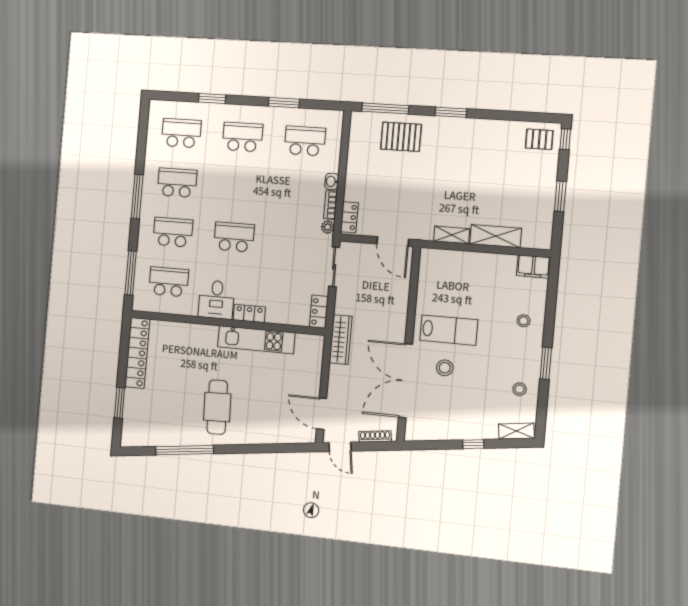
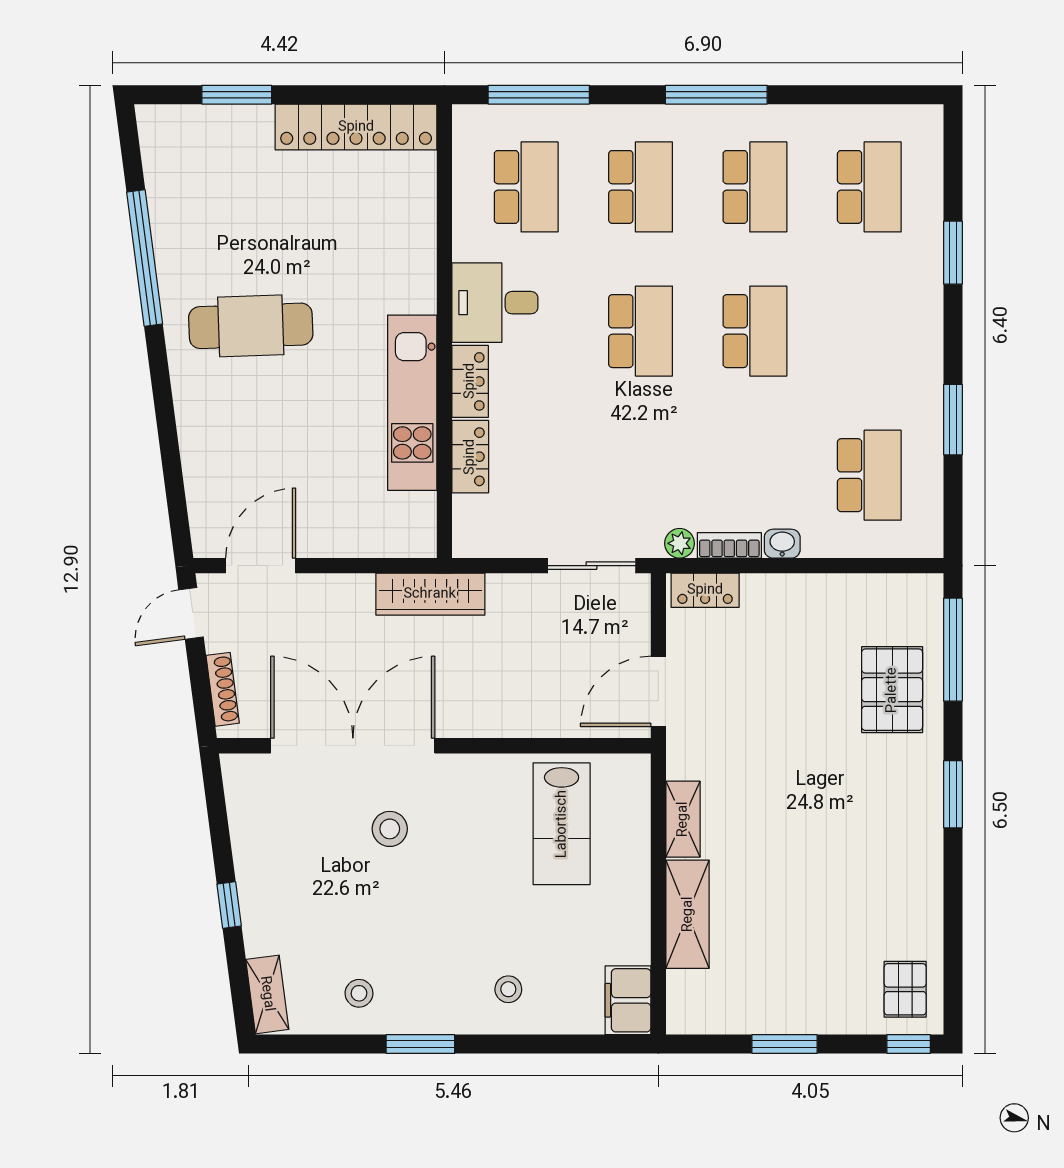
school desk: (243, 137) -> (755, 331), moved
locker: (319, 312) -> (470, 457), moved, turned 90
lab bench: (449, 330) -> (562, 824), moved

